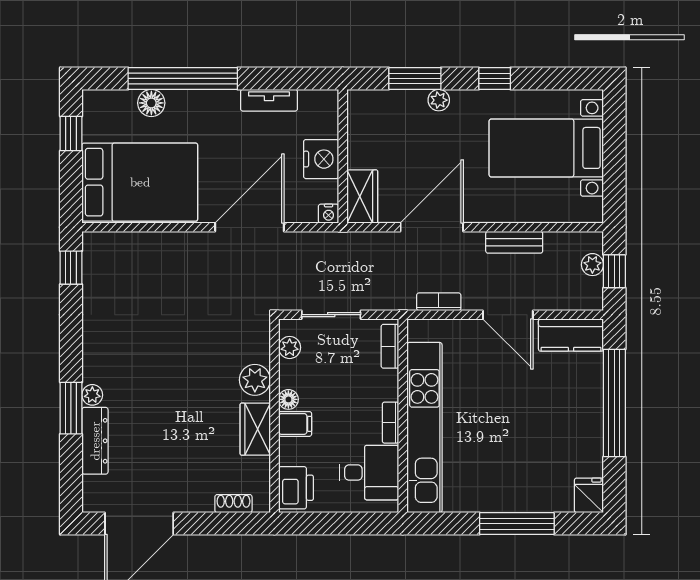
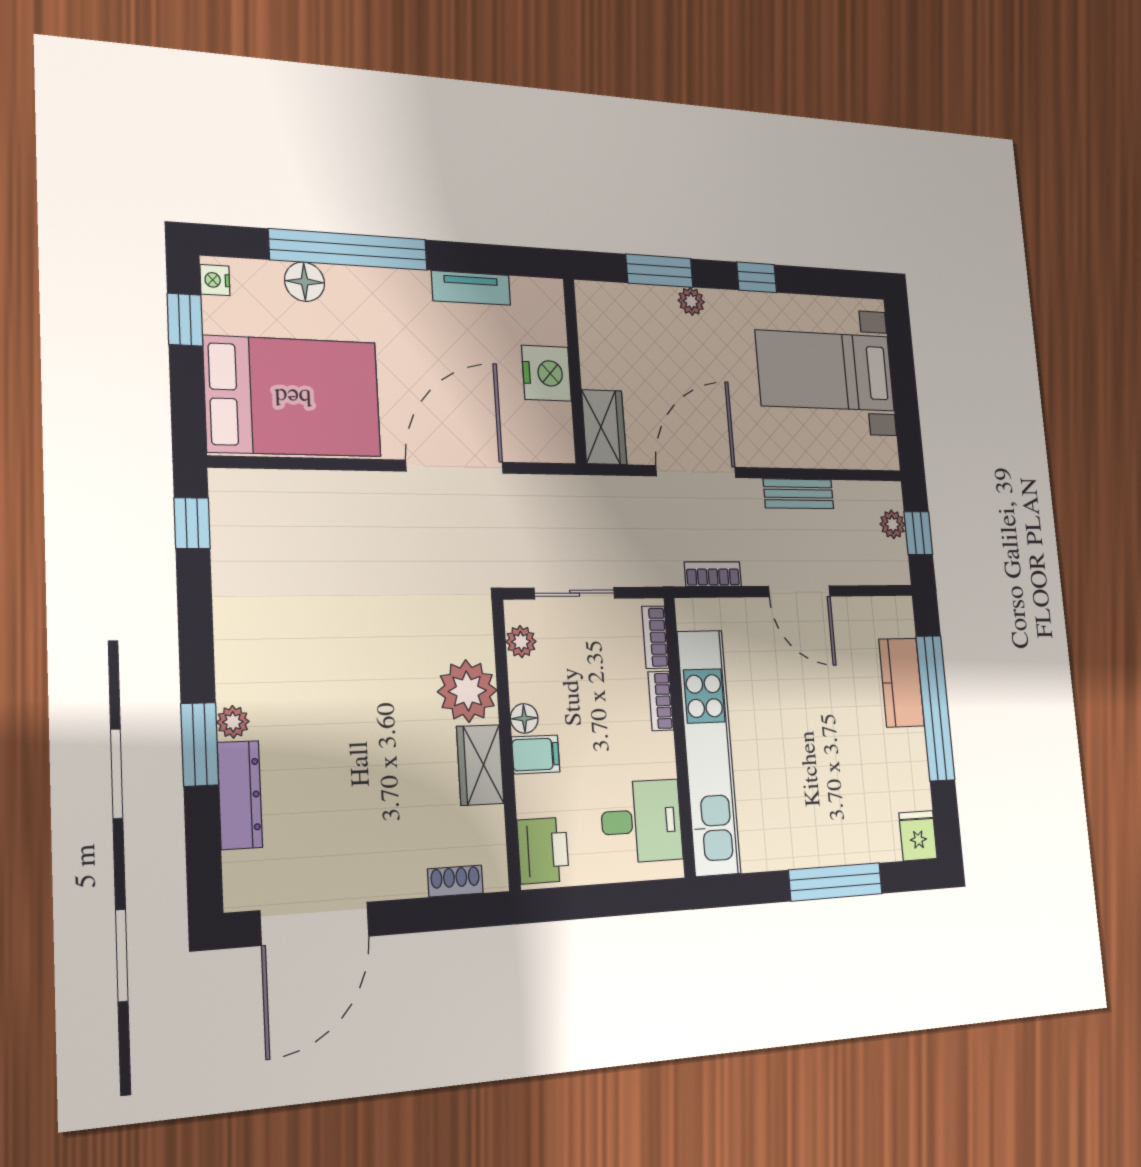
nightstand: (329, 214) -> (215, 280), moved, turned 90
kitchen counter: (571, 335) -> (902, 683), moved, turned 90
plant: (255, 380) -> (467, 691), width x1.36, depth x1.36
bookcase: (390, 423) -> (661, 701), moved

